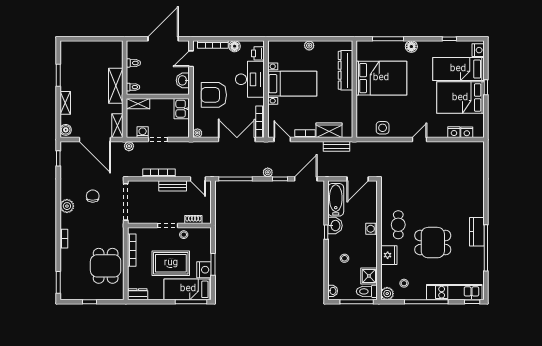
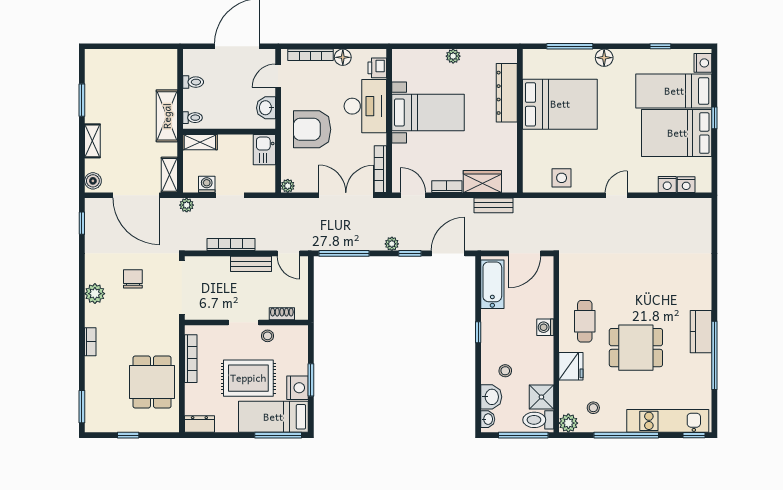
washbasin: (335, 226) -> (491, 397), moved

